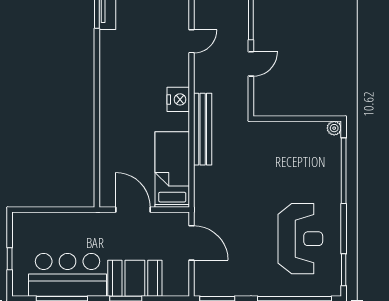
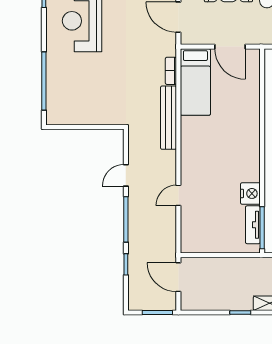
nightstand: (178, 99) -> (250, 193), moved, turned 180
plant: (334, 128) -> (52, 119), removed
bookcase: (200, 182) -> (171, 71), added

